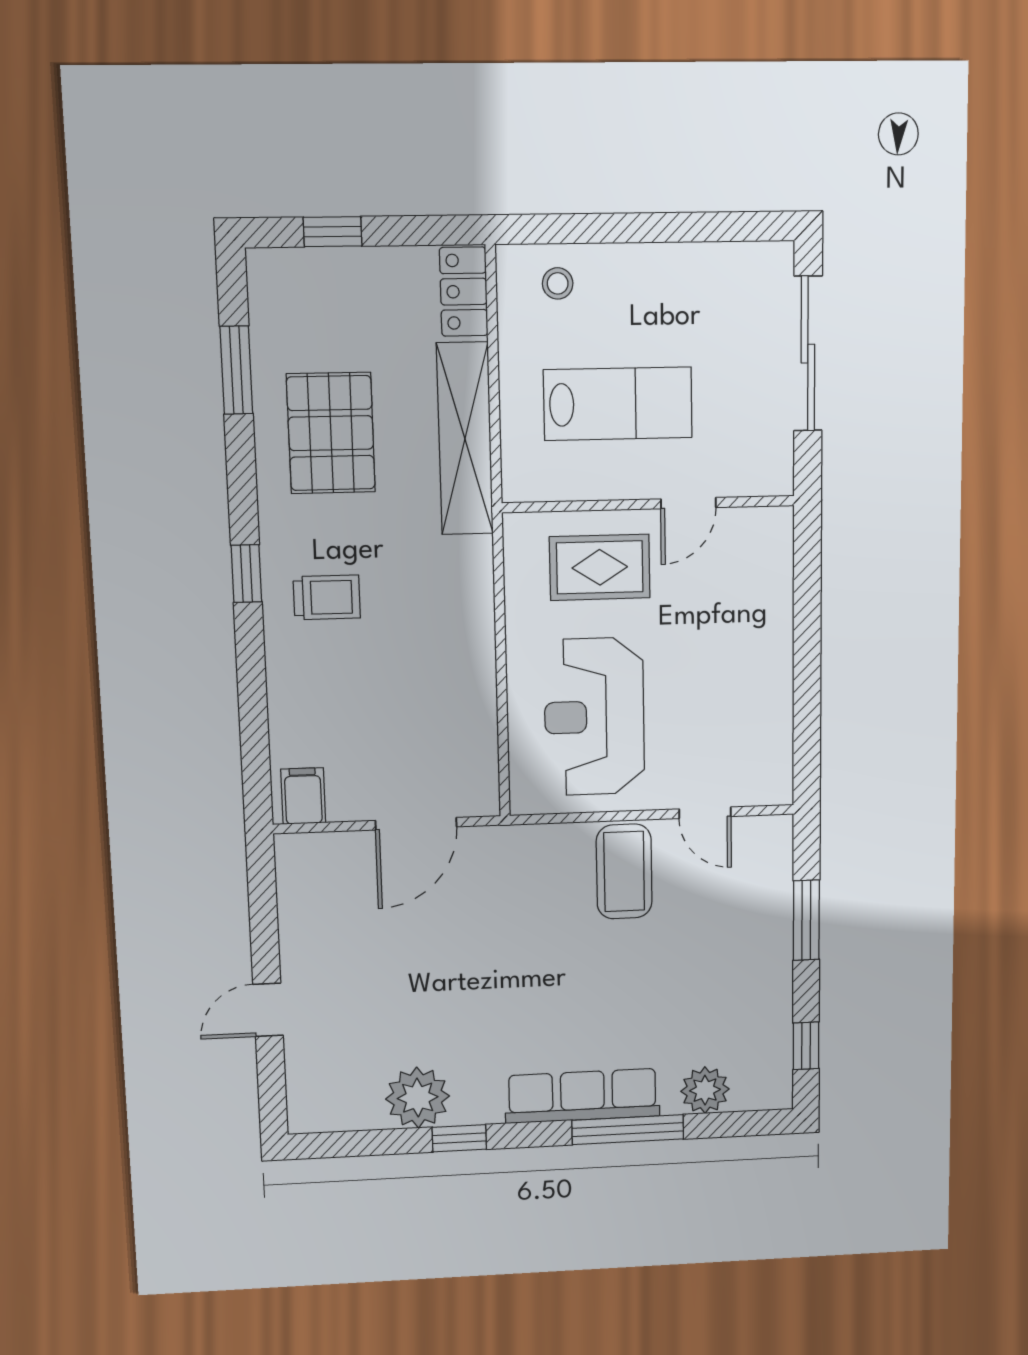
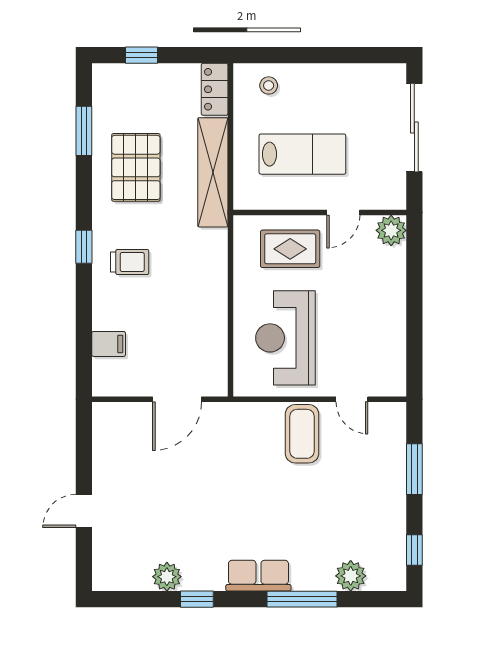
plant: (769, 532) -> (391, 230), added
filing cabinet: (303, 796) -> (109, 344), moved, turned 90
row of seats: (583, 1096) -> (258, 576), width x0.68
plant: (418, 1098) -> (167, 577), width x0.73, depth x0.73

